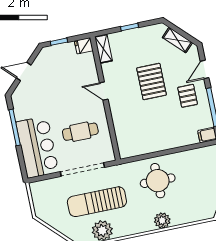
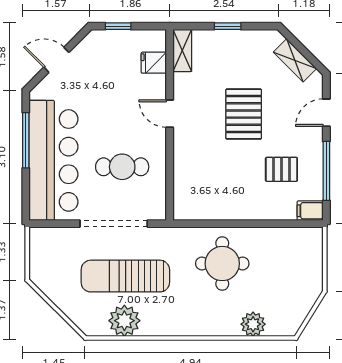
fridge: (84, 46) -> (154, 63), moved
pallet: (188, 96) -> (281, 169), moved, turned 90
bar counter: (37, 147) -> (53, 160), width x1.36
plant: (162, 220) -> (253, 324), moved

